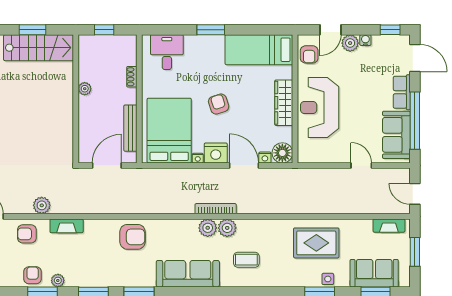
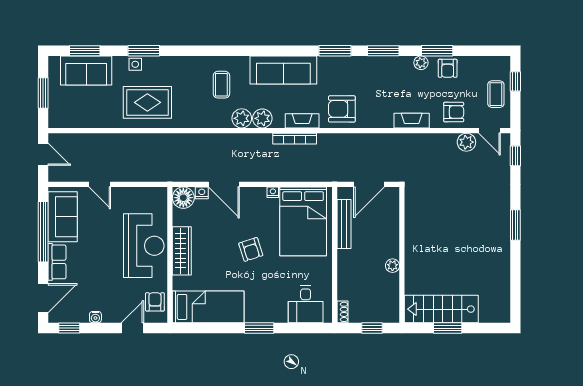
plant: (350, 43) -> (112, 314), removed
door: (415, 58) -> (43, 298), swing flipped
shoe rack: (132, 77) -> (343, 312), moved
nightstand: (216, 153) -> (254, 198), removed
plant: (42, 205) -> (466, 142), moved
bookcase: (216, 209) -> (295, 139), moved
fireplace: (389, 226) -> (302, 121), moved
coffee table: (246, 260) -> (221, 85), turned 90

